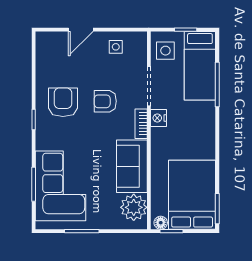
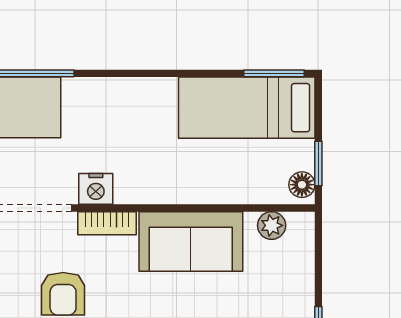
bed: (192, 195) -> (247, 108), width x0.67
plant: (134, 207) -> (272, 225), width x0.53, depth x0.53

